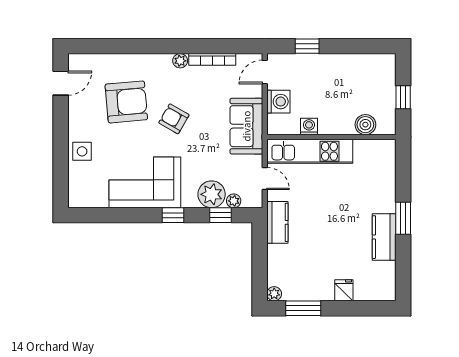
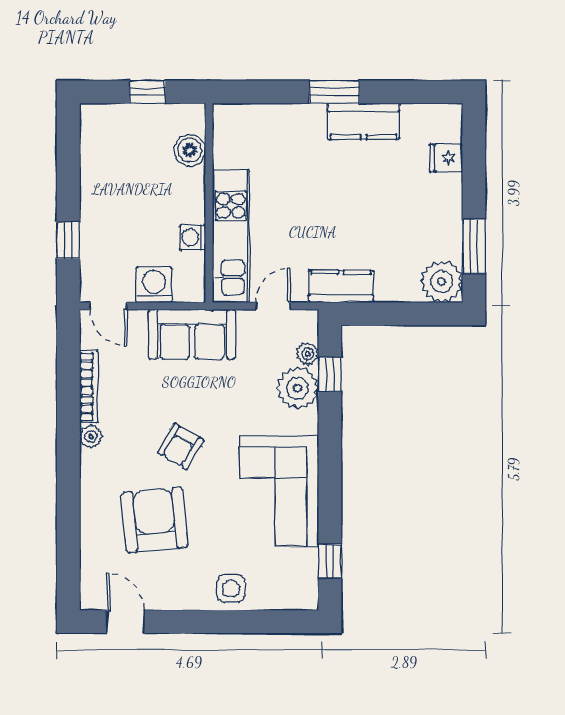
window: (173, 215) -> (330, 561), moved
fridge: (344, 290) -> (446, 158), moved
plant: (274, 294) -> (442, 282), width x1.87, depth x1.87

